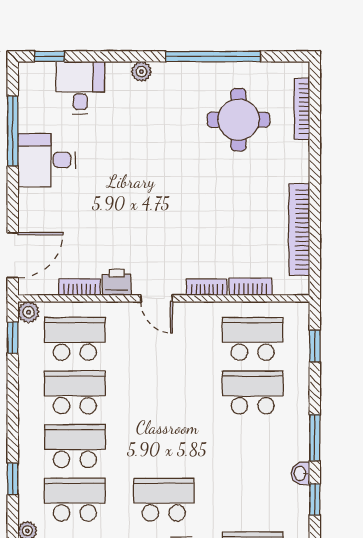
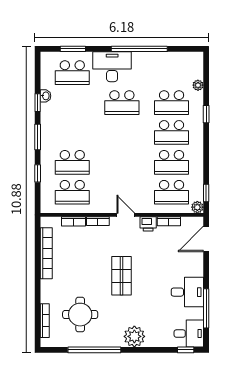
plant: (141, 72) -> (134, 336), width x1.88, depth x1.88
desk: (80, 88) -> (189, 334), moved, turned -90
shop shelf: (164, 189) -> (122, 276), added
window: (315, 346) -> (38, 173), moved
washbasin: (301, 473) -> (46, 96), moved

